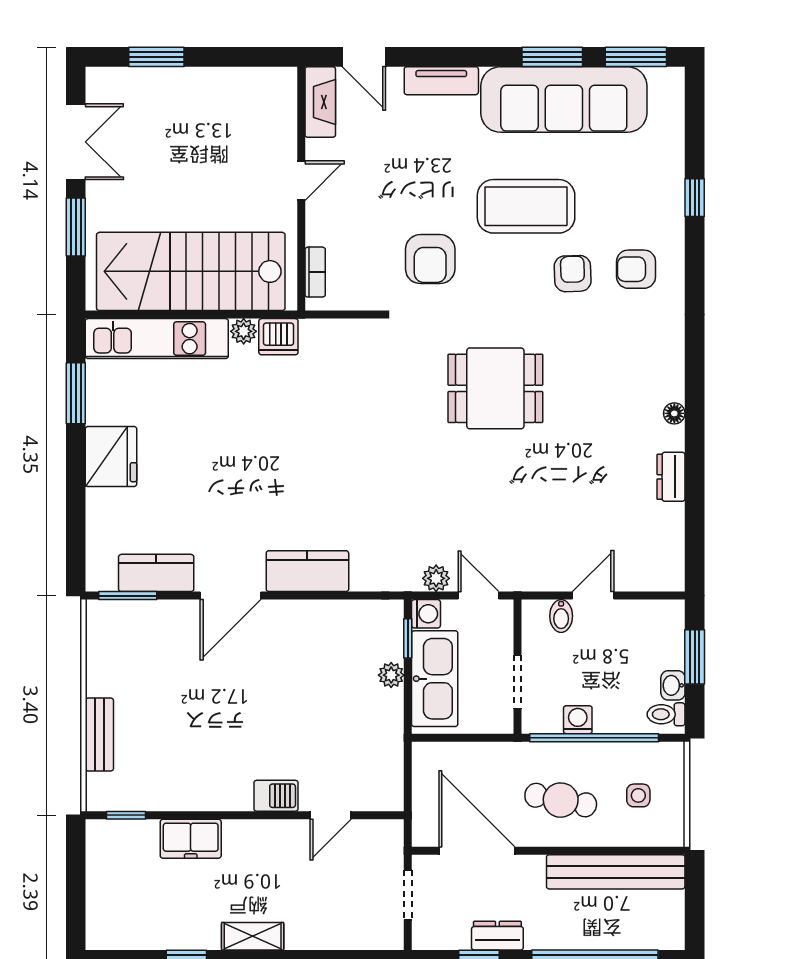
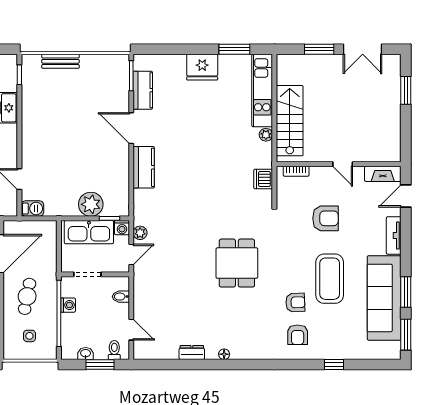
armchair: (430, 259) -> (325, 218), moved, turned 180
armchair: (636, 269) -> (298, 335), turned 180
stairs: (191, 271) -> (290, 121), width x0.73, depth x0.66
dishwasher: (278, 337) -> (263, 179), moved
door: (593, 596) -> (131, 330), moved
plant: (391, 675) -> (91, 204), width x1.87, depth x1.87
toilet: (666, 714) -> (114, 350), moved
barbecue: (276, 796) -> (33, 209), moved, turned -90

